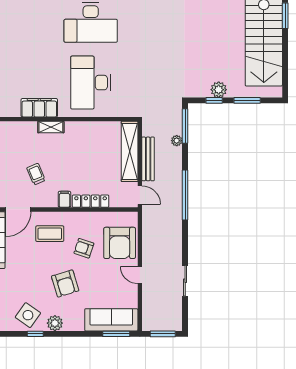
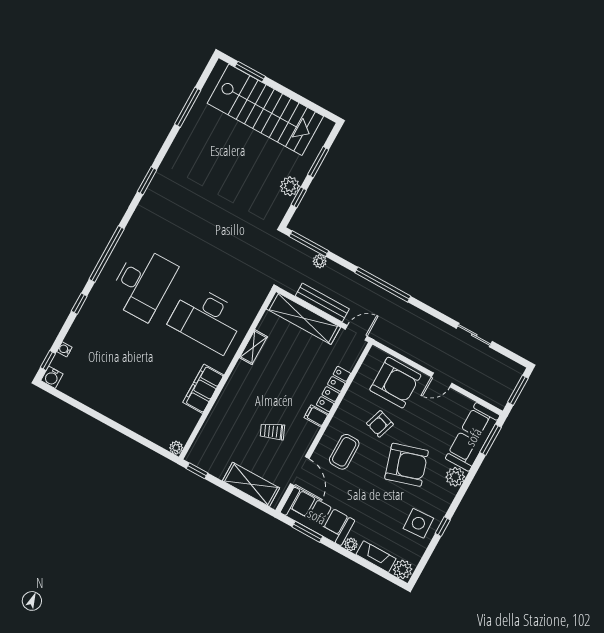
shelving: (51, 127) -> (253, 347), moved
armchair: (65, 283) -> (407, 465), width x1.36, depth x1.36
side table: (28, 315) -> (418, 523), turned -38
plant: (55, 323) -> (455, 477), moved

